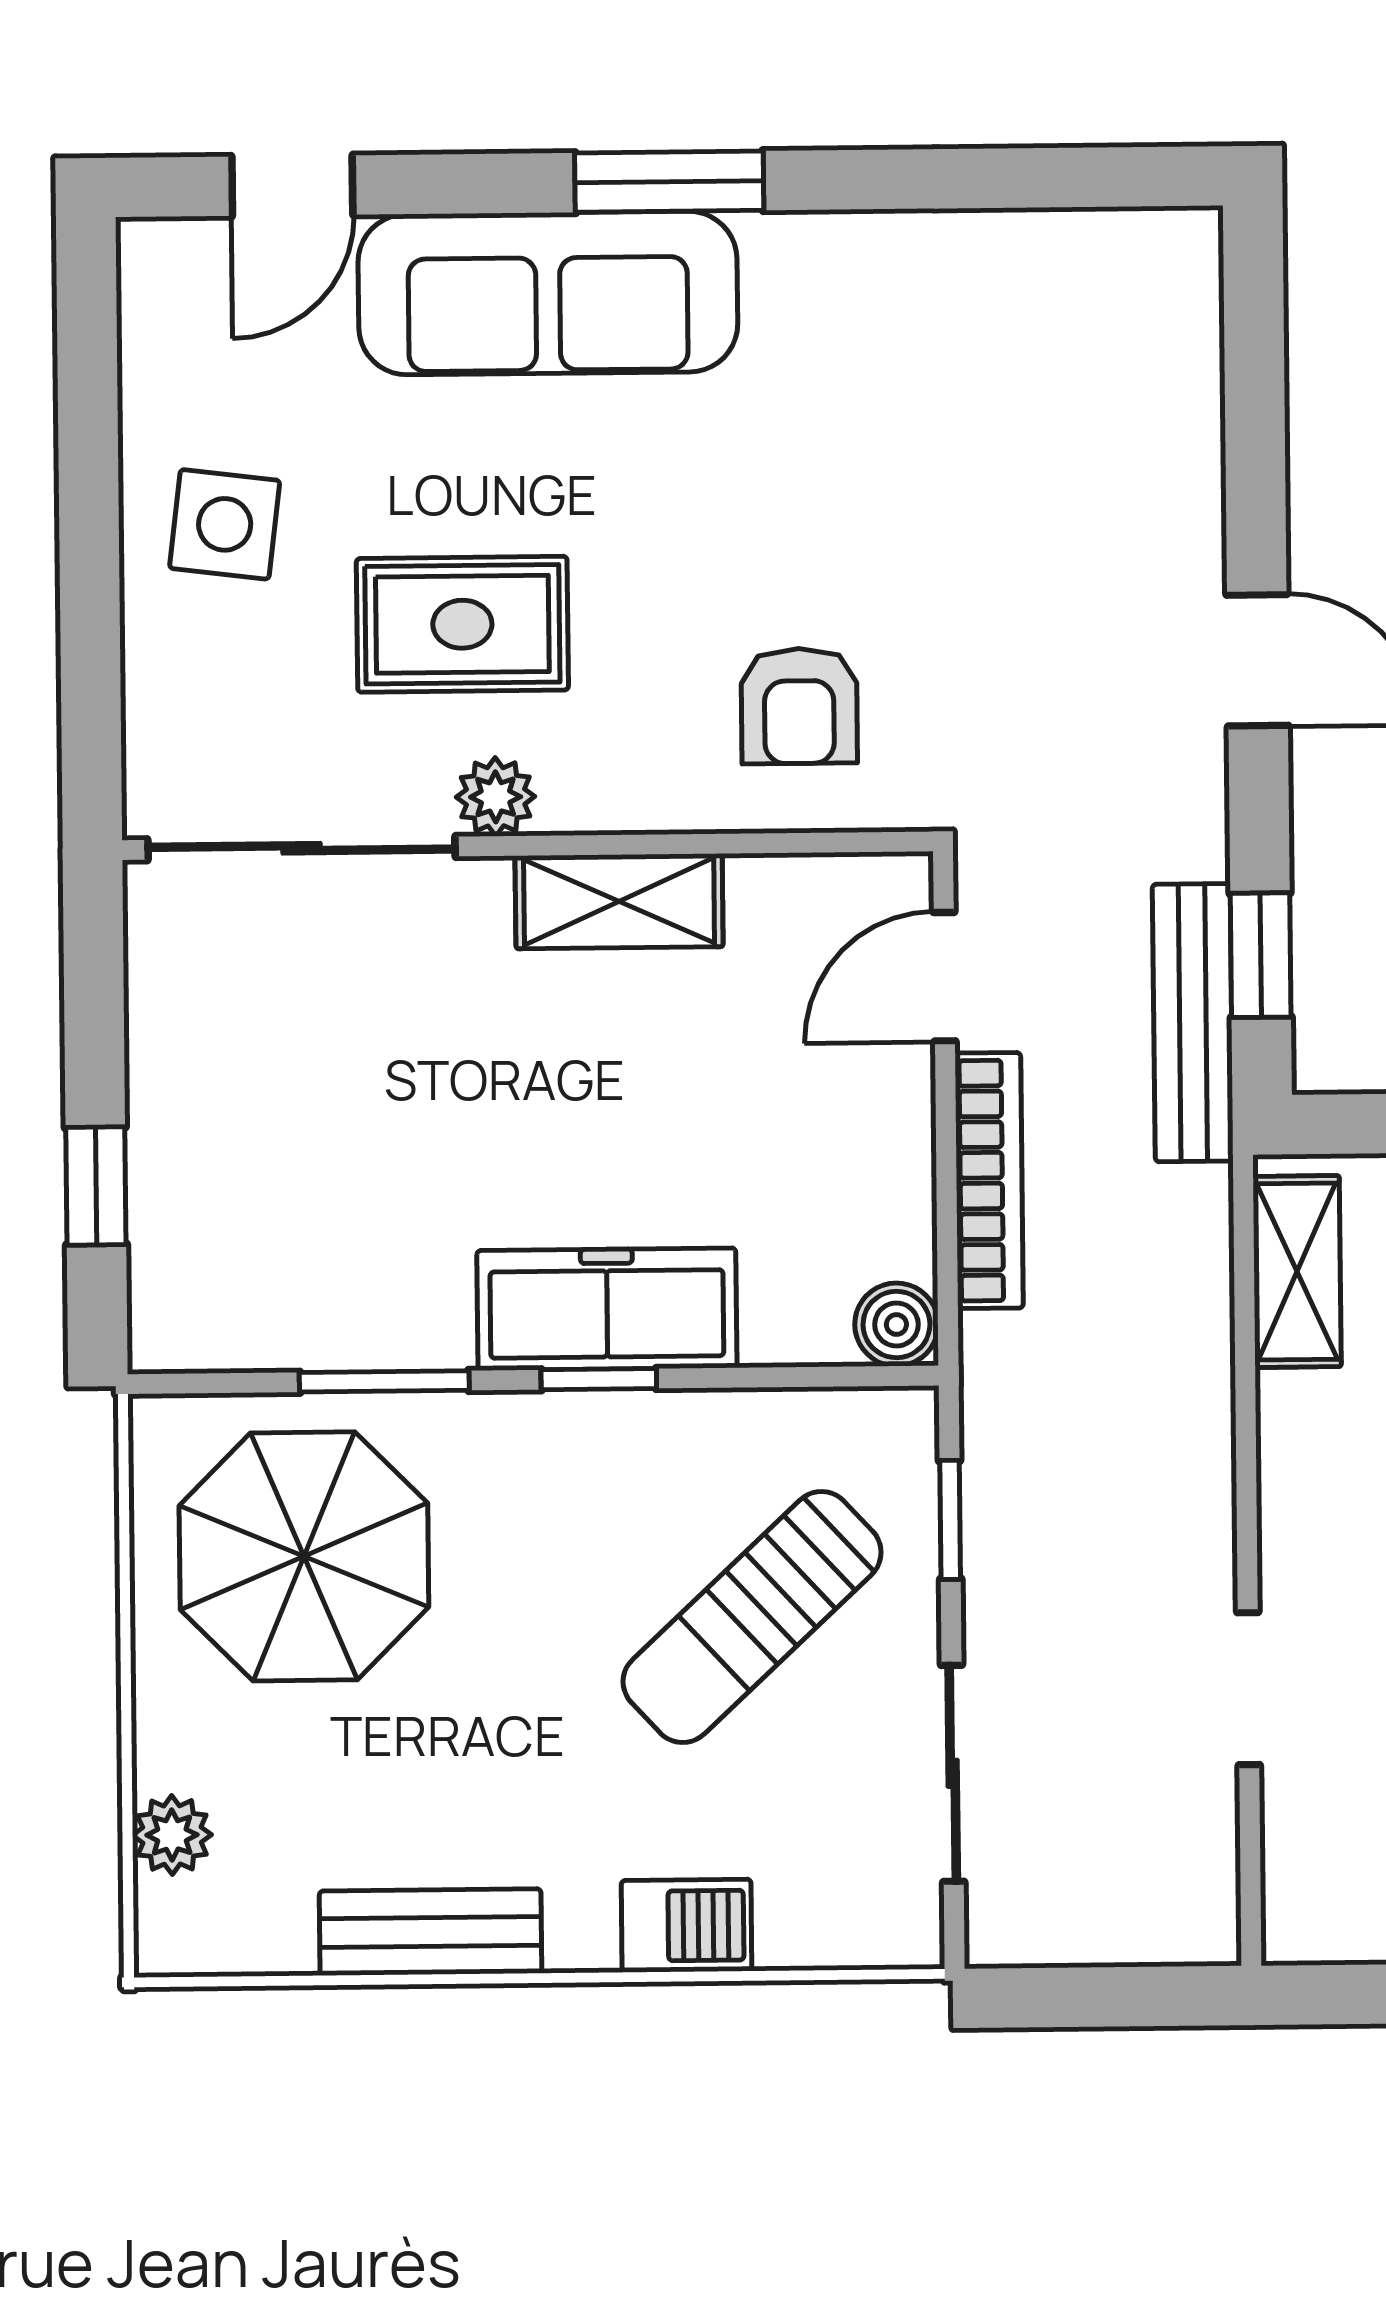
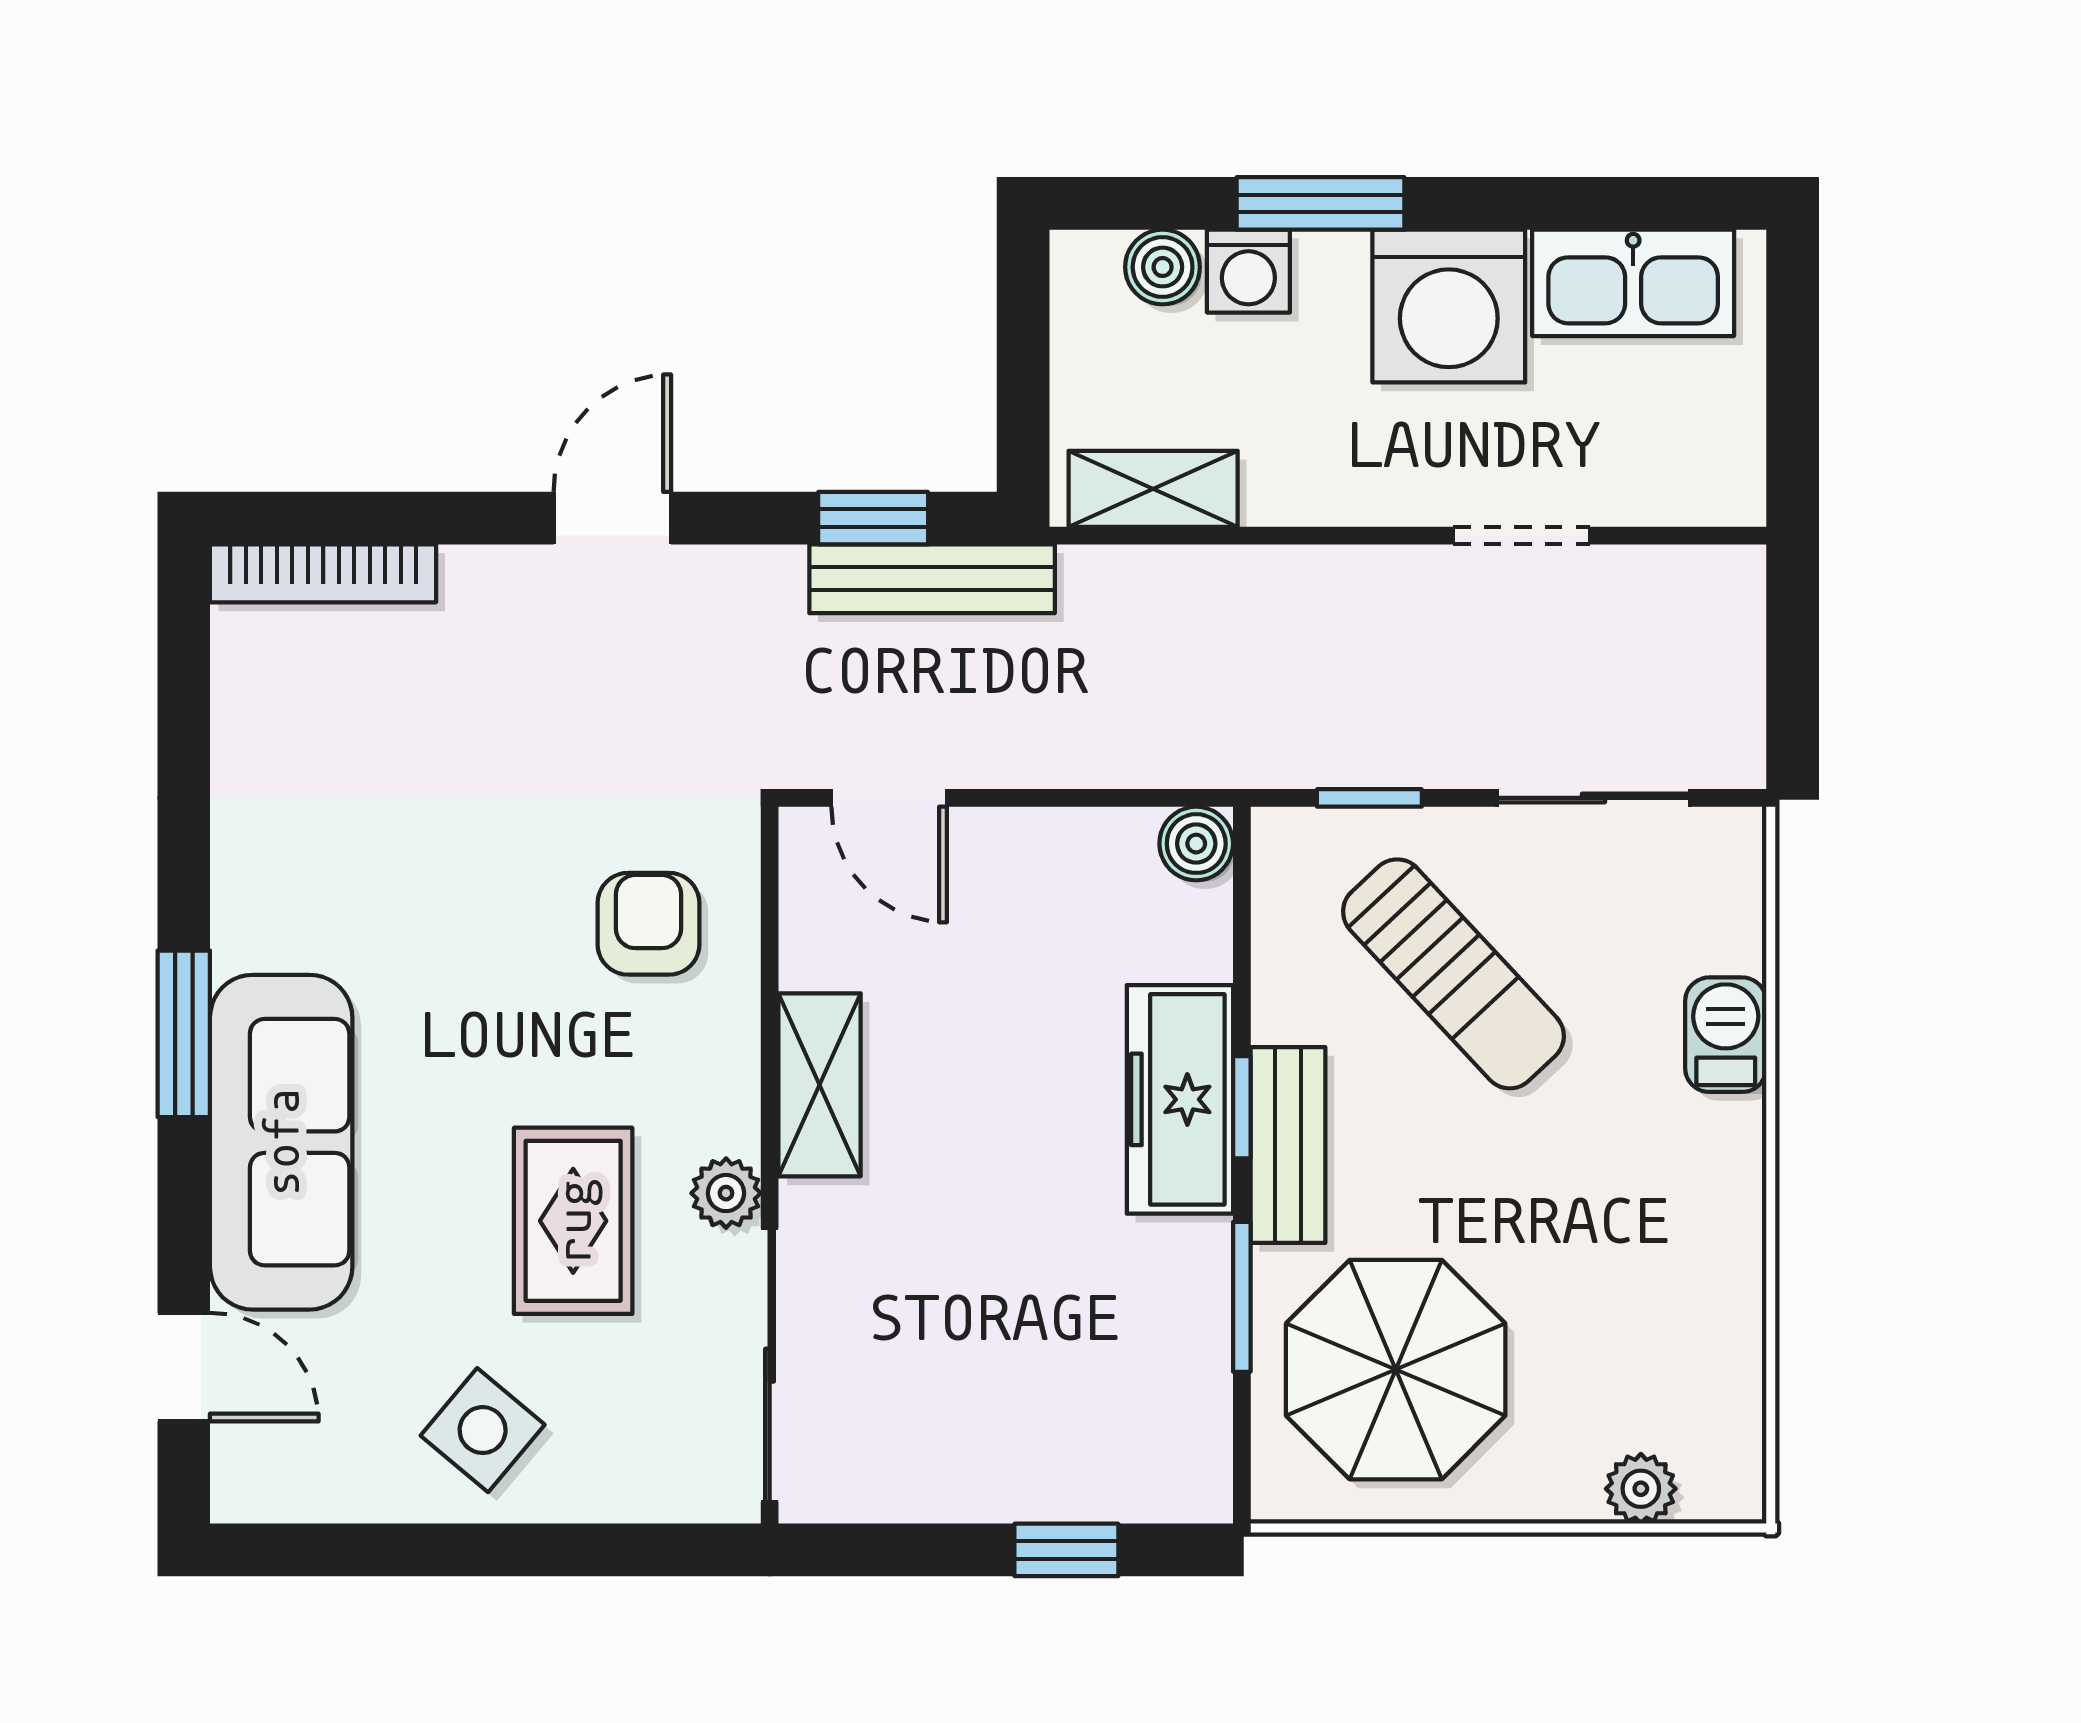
side table: (225, 524) -> (483, 1430), turned 33
armchair: (799, 706) -> (649, 924), turned -90
bookcase: (989, 1181) -> (323, 573), moved, turned 180
bench: (431, 1932) -> (1288, 1145), moved

